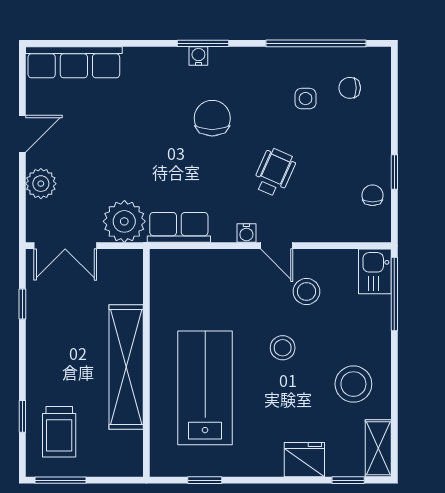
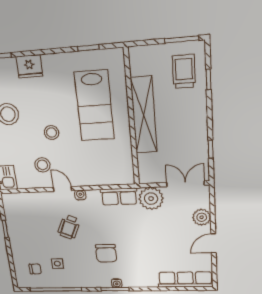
chair: (372, 195) -> (15, 217), removed

